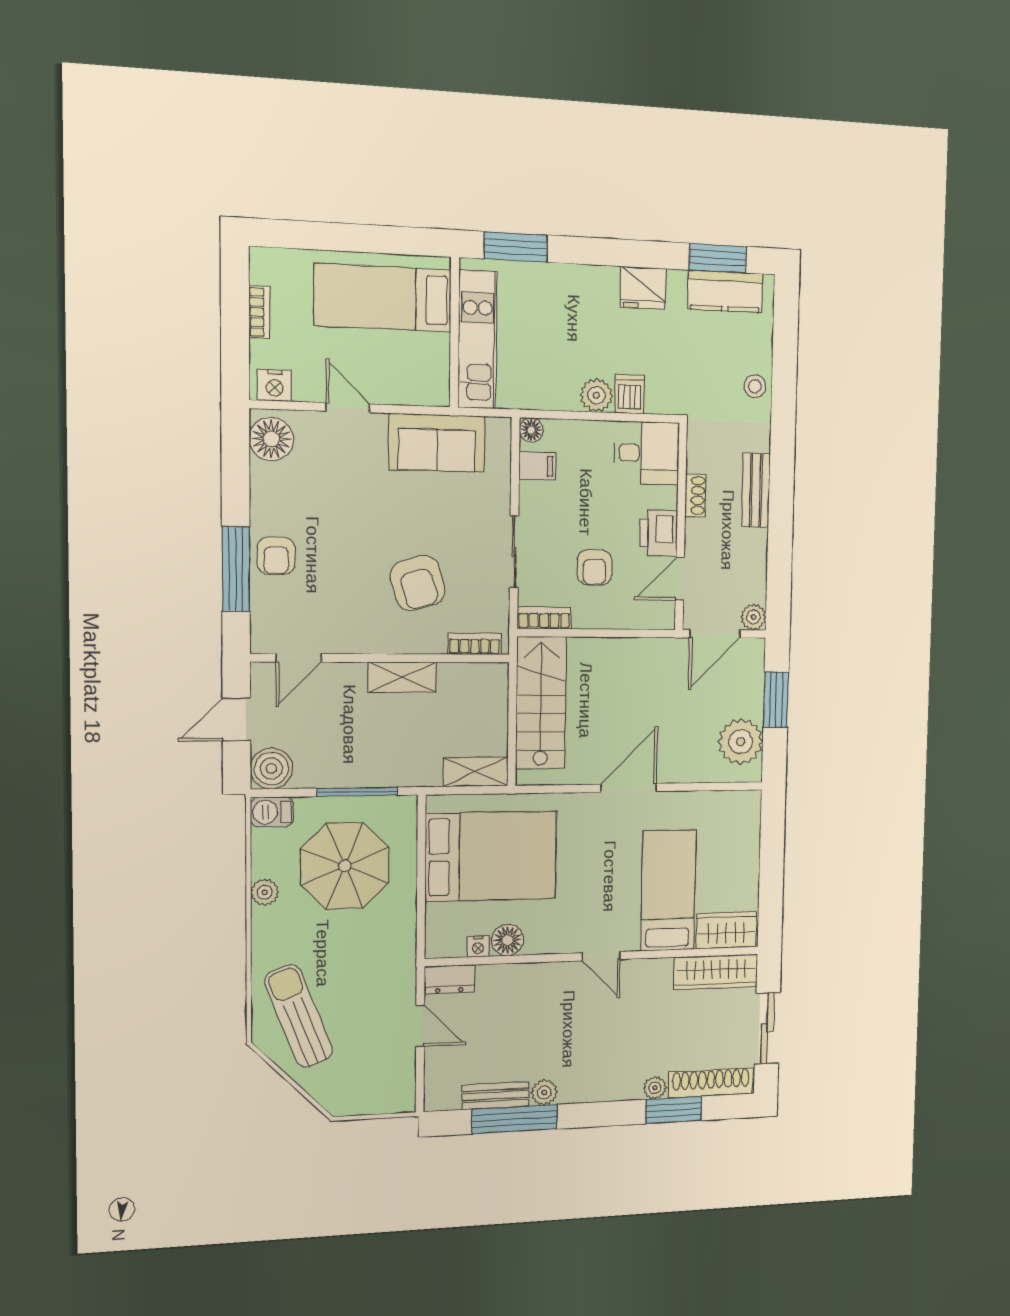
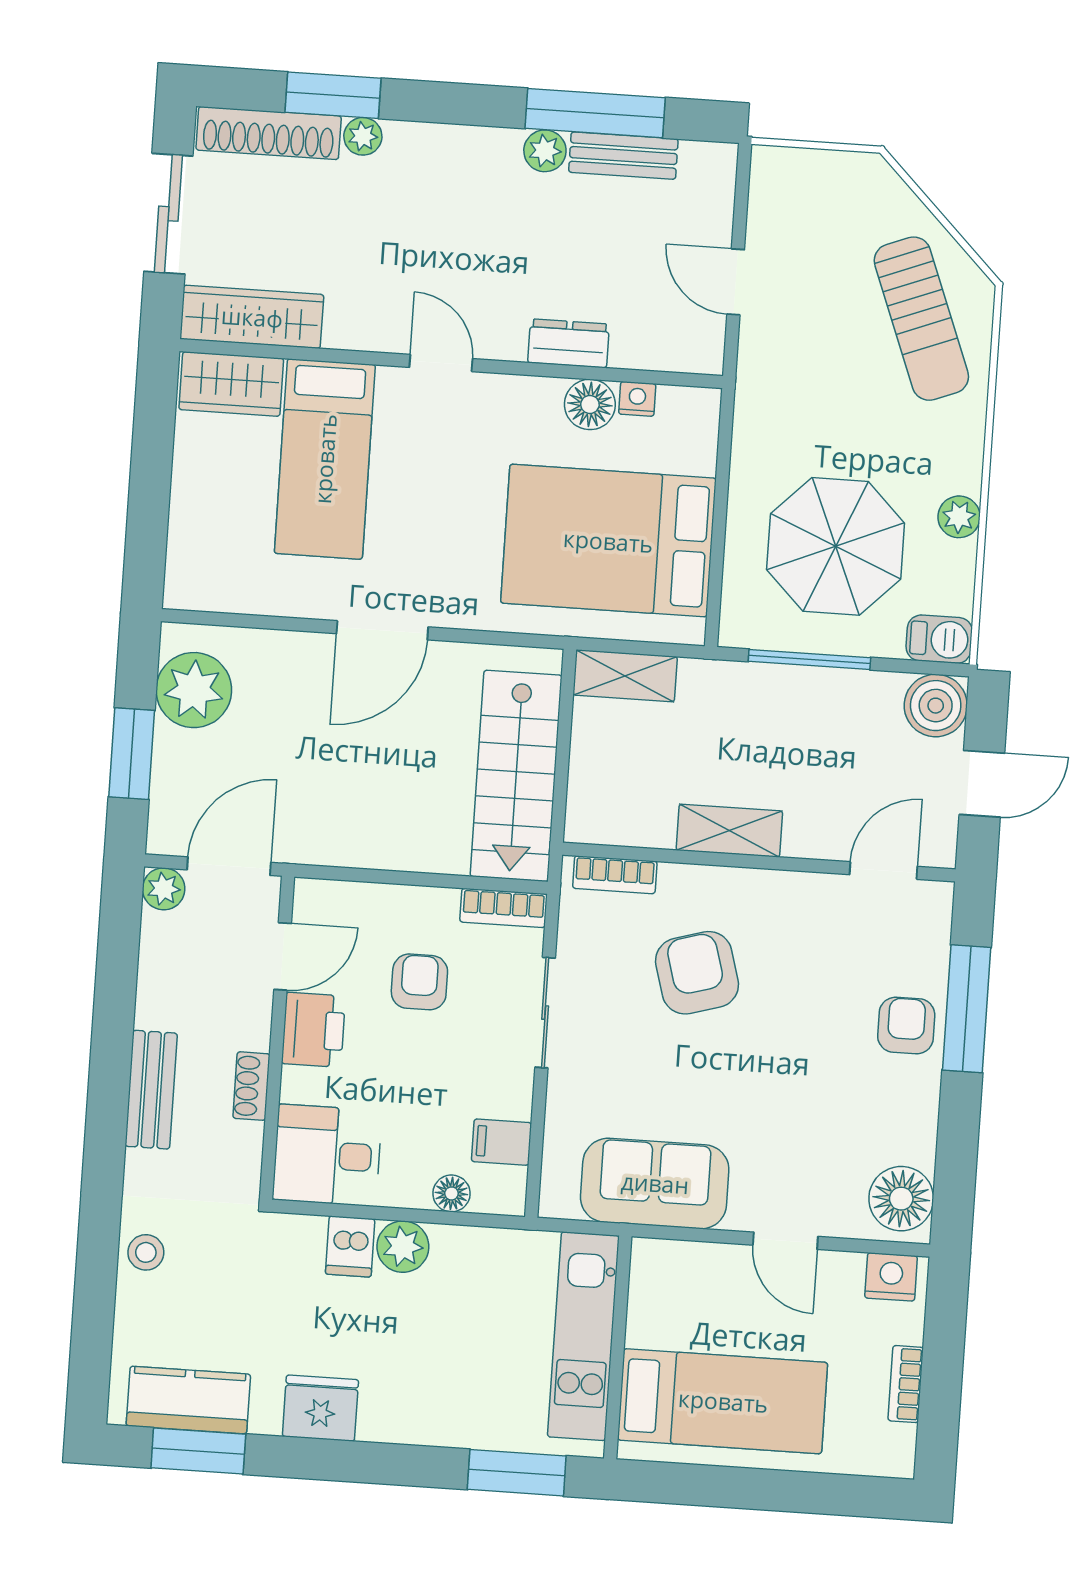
floor lamp: (531, 430) -> (451, 1193), moved
dresser: (449, 979) -> (569, 343), moved

